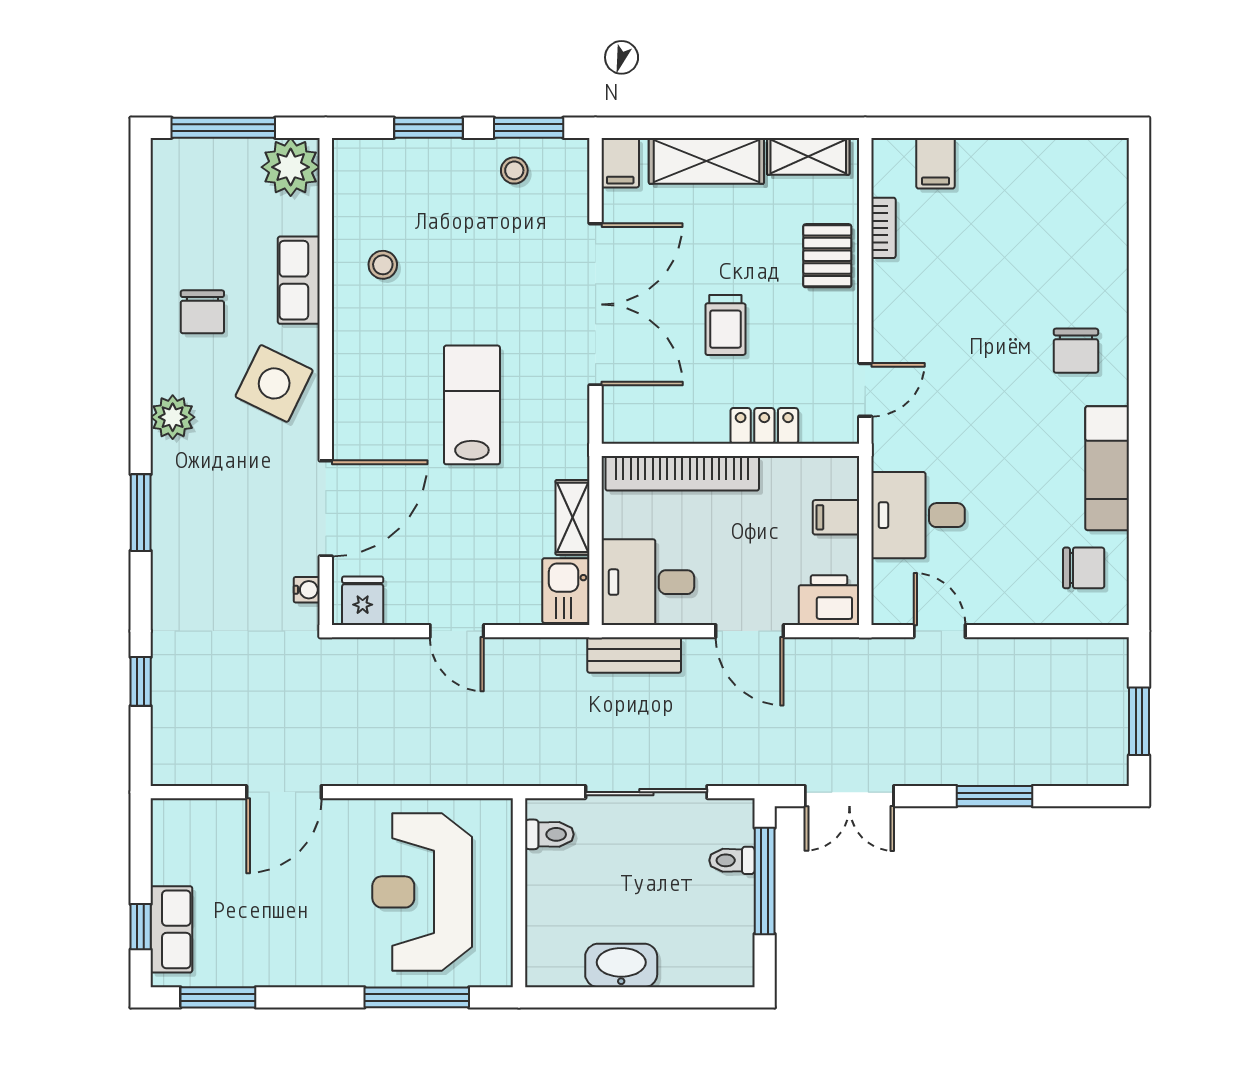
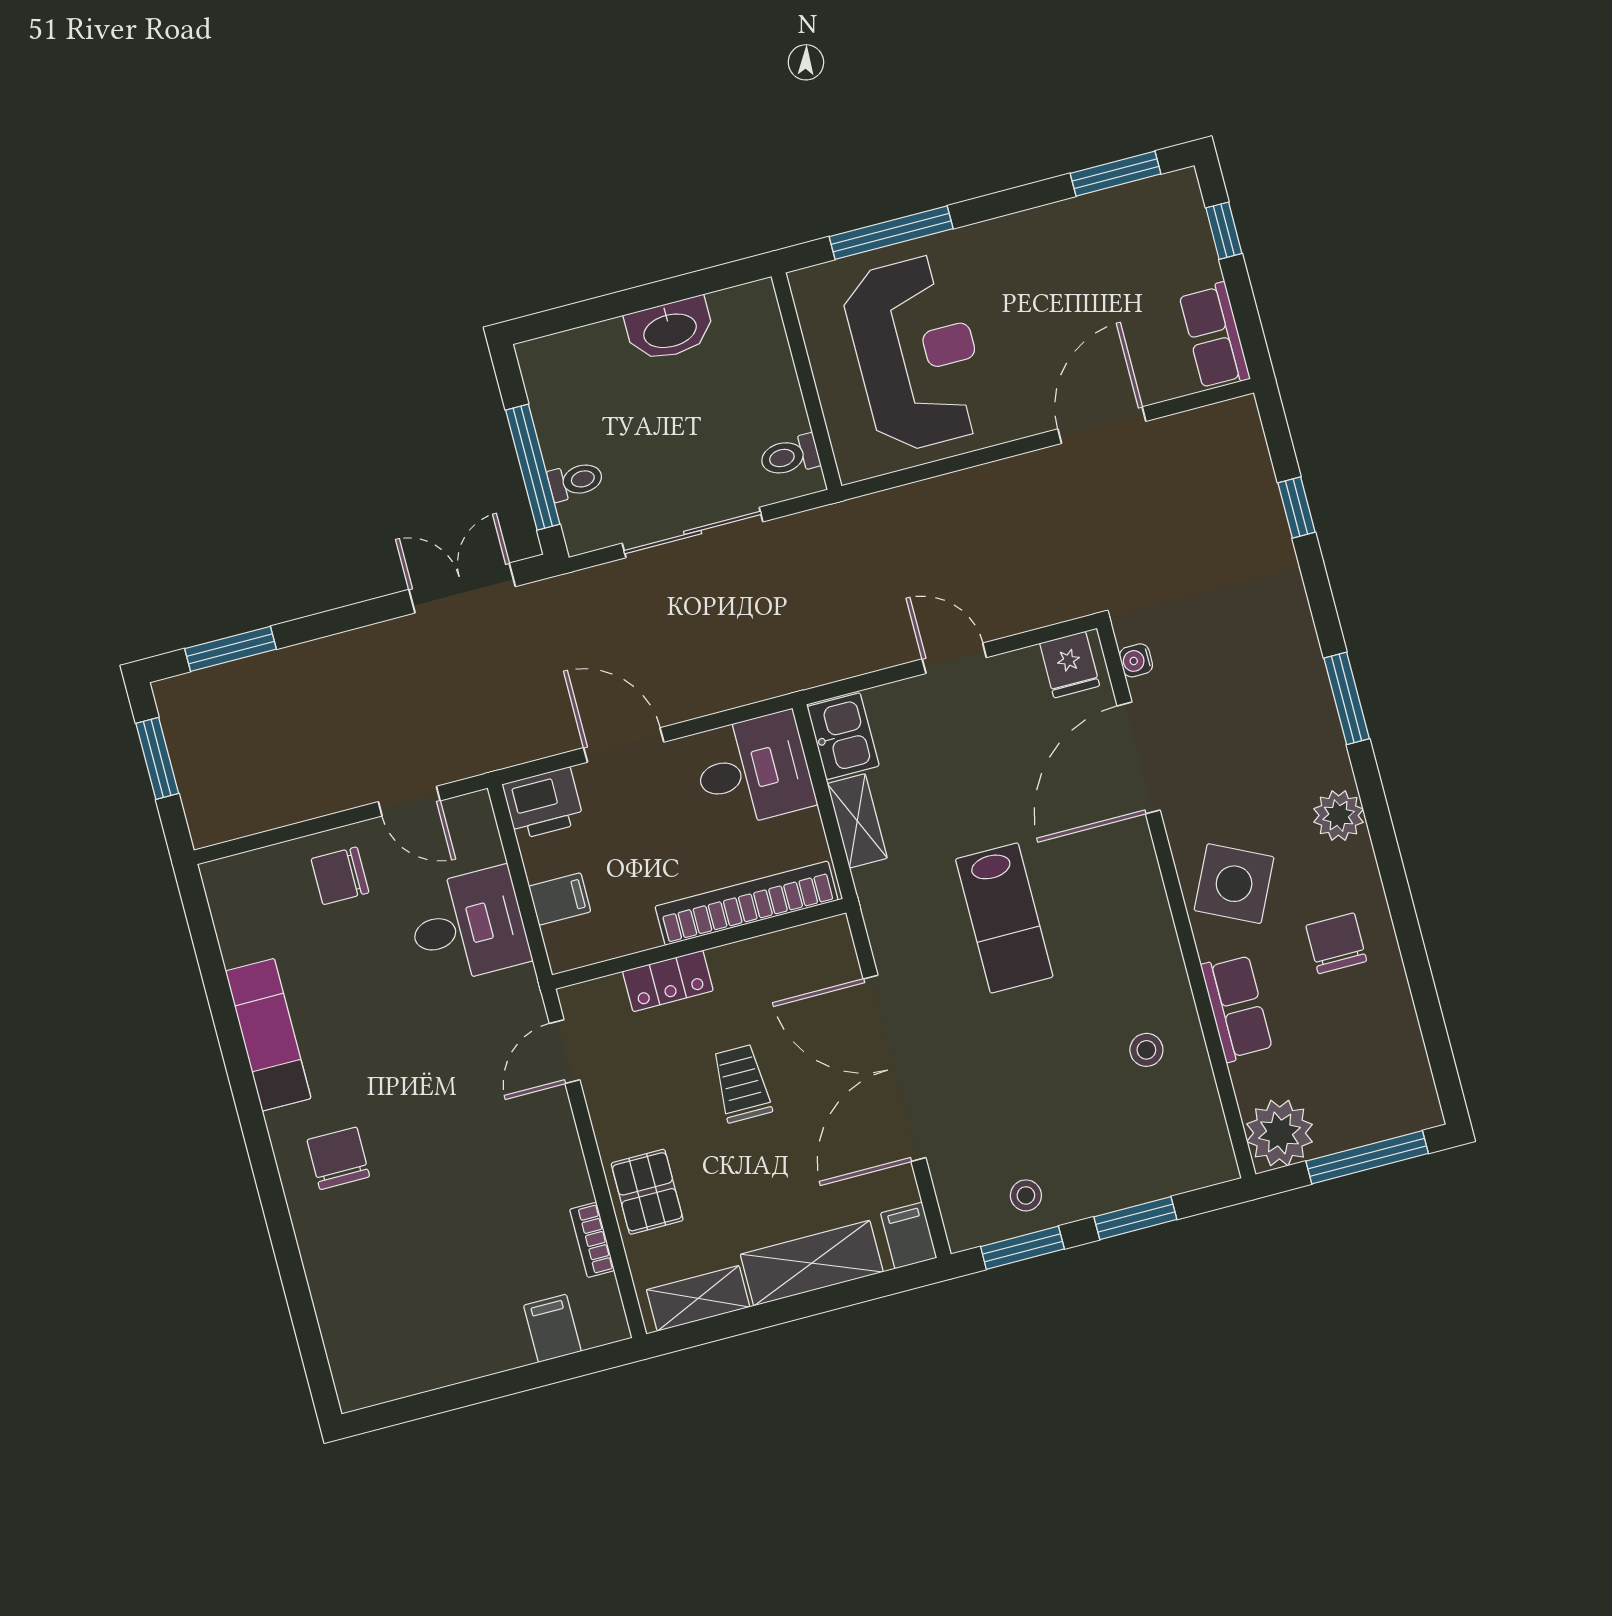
chair: (1084, 568) -> (340, 876), moved
bench: (634, 655) -> (747, 684), removed
window: (994, 796) -> (230, 649), moved
row of seats: (171, 929) -> (1214, 336), moved

